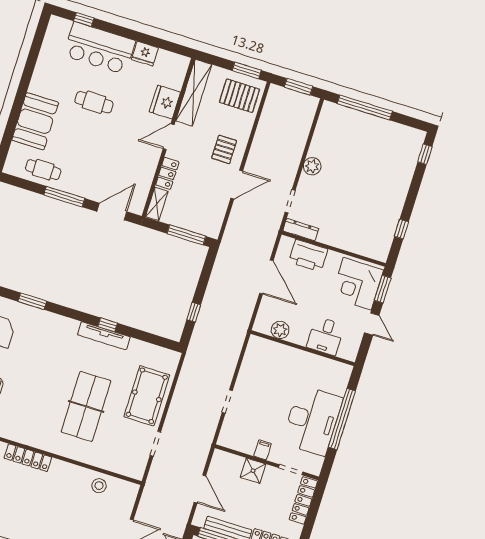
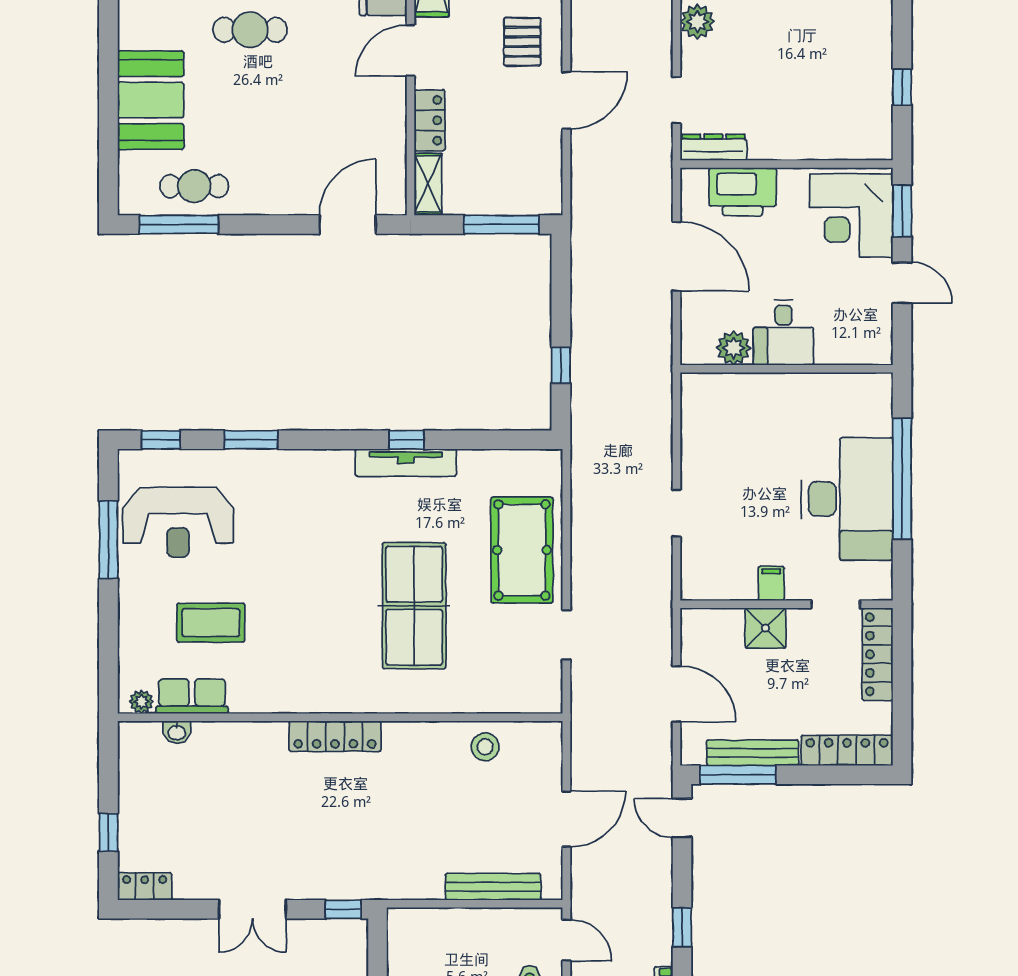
window: (64, 197) -> (179, 224), moved
desk: (325, 336) -> (783, 333), moved

